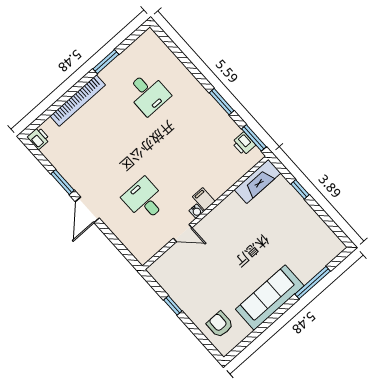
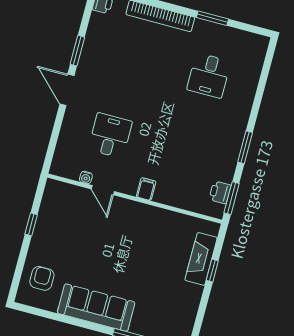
fireplace: (258, 181) -> (201, 259), moved, turned 90
door: (87, 210) -> (67, 90), hinge flipped
water cooler: (196, 211) -> (86, 178), moved

